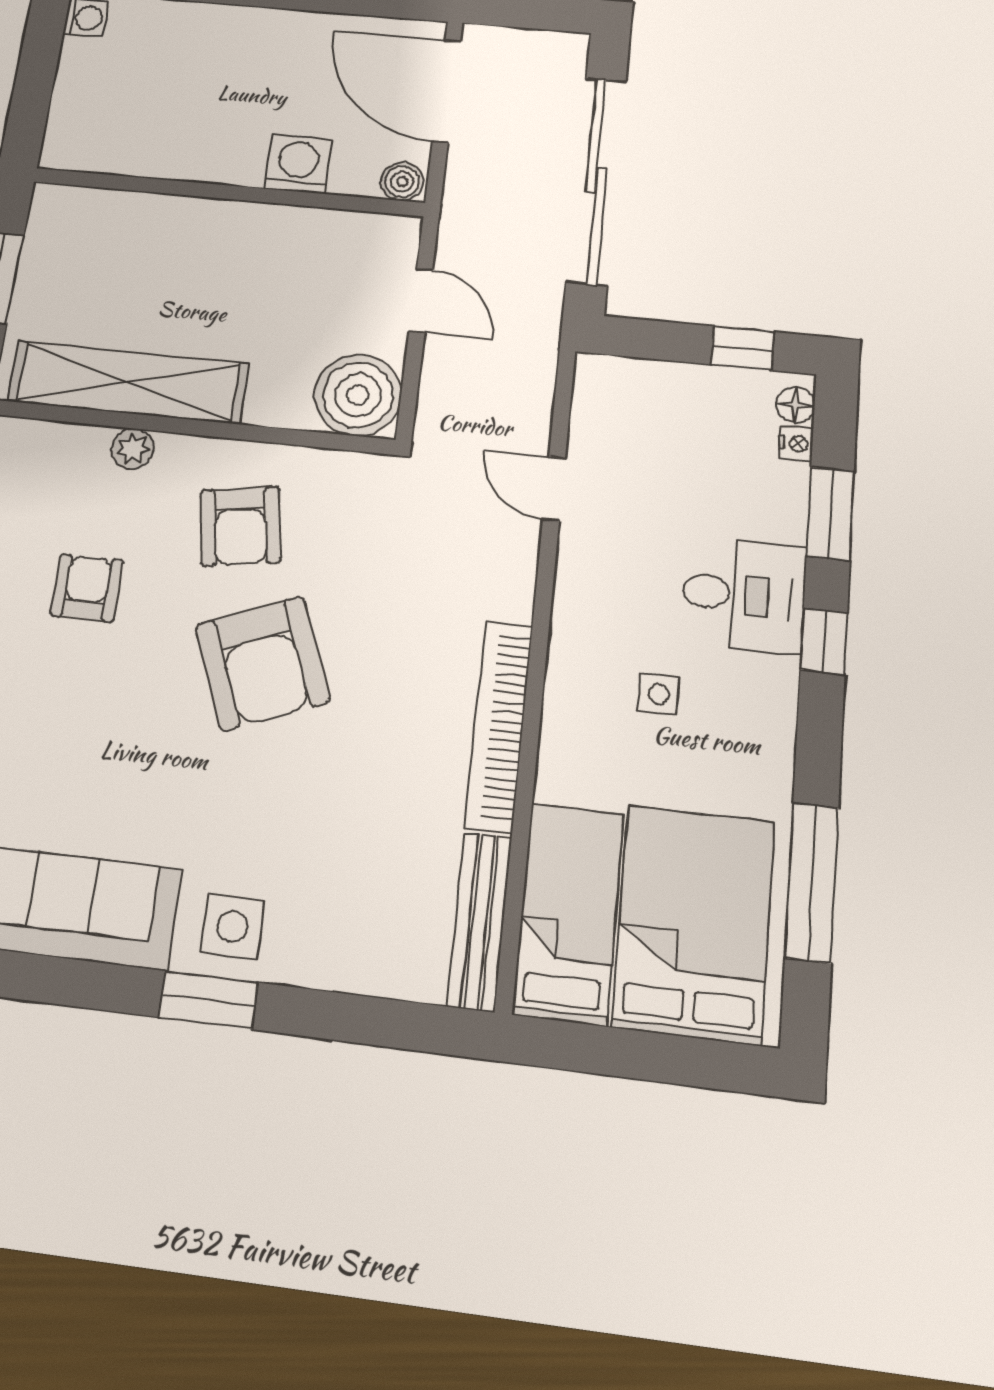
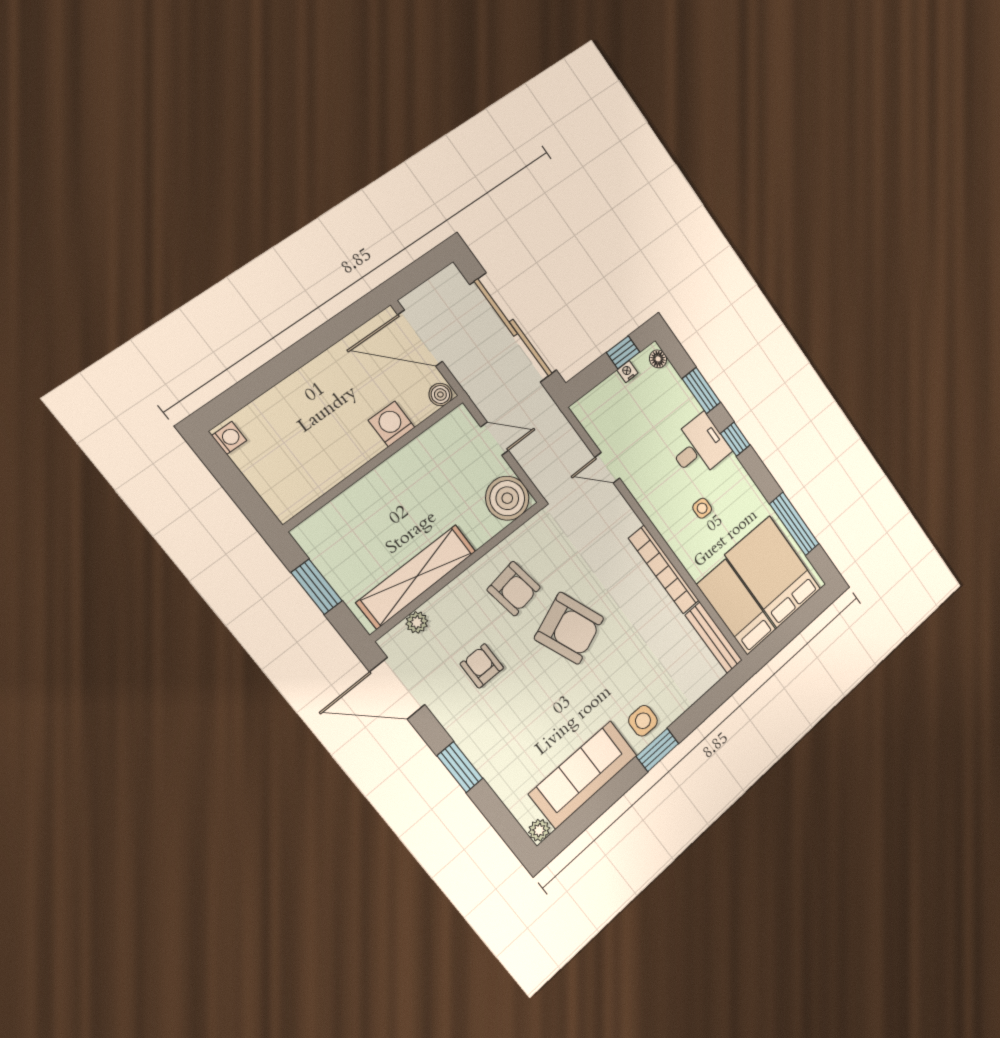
nightstand: (796, 443) -> (627, 372), moved, turned -90
plant: (133, 449) -> (417, 622), moved

